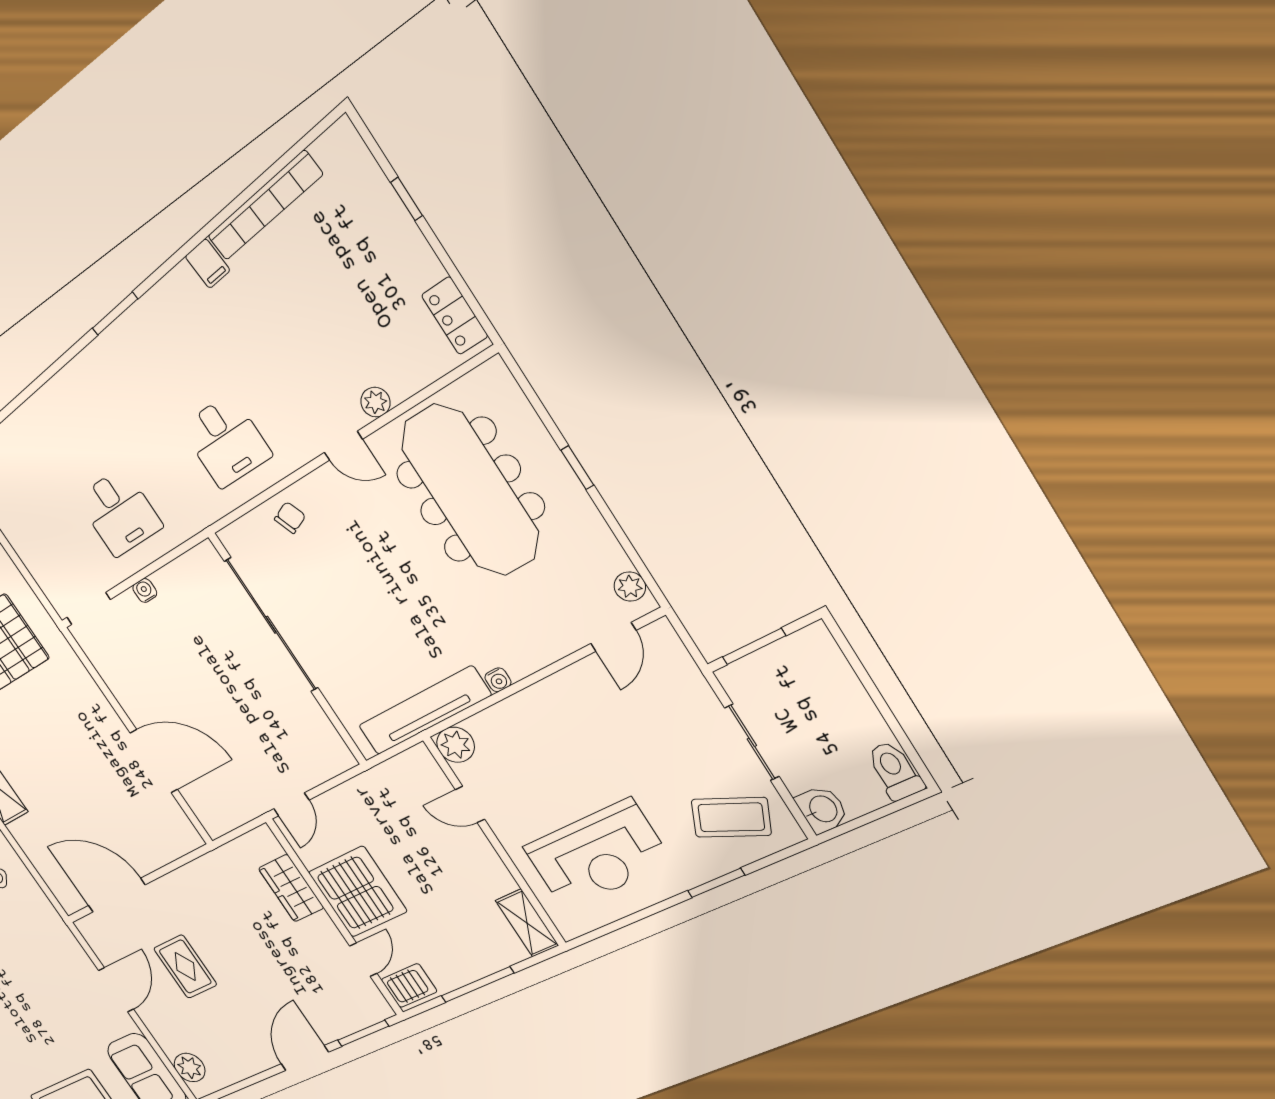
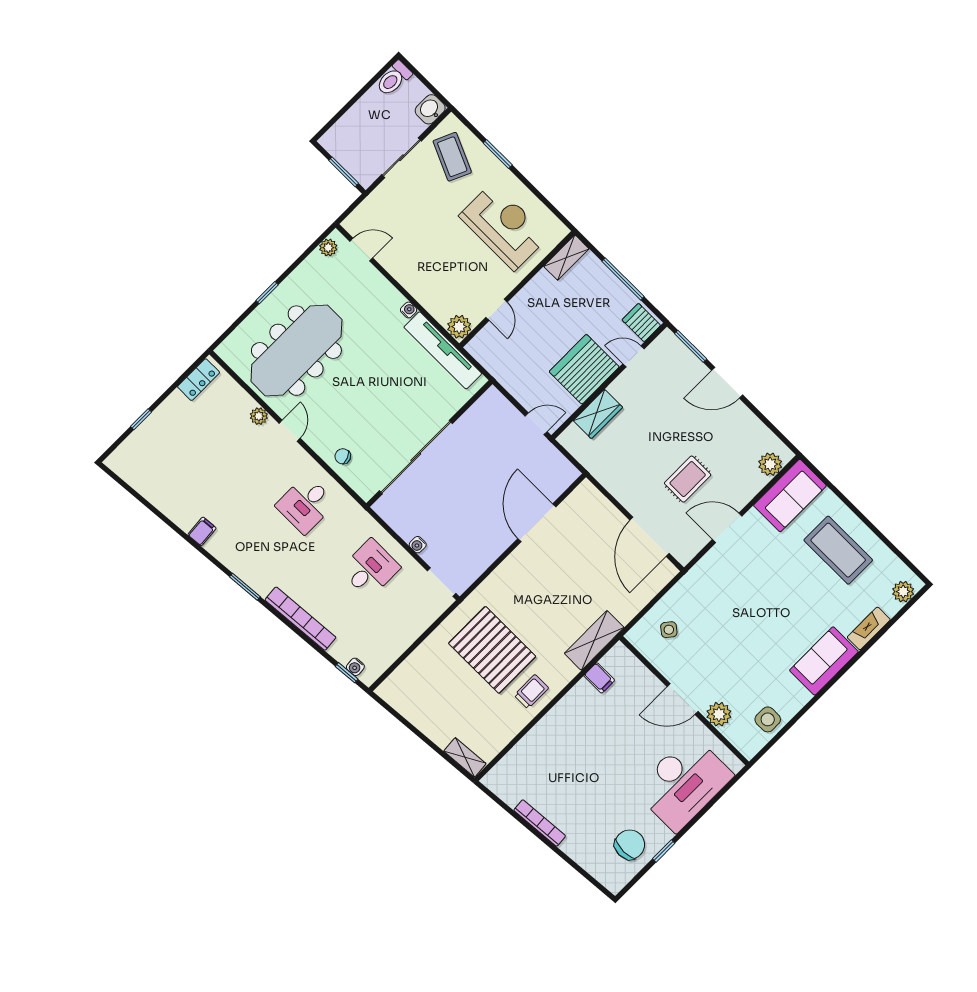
bookcase: (265, 206) -> (300, 619), moved
desk: (226, 441) -> (306, 504), turned 180

